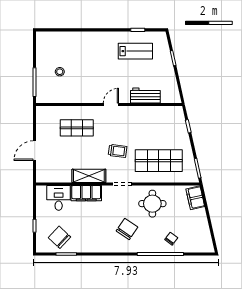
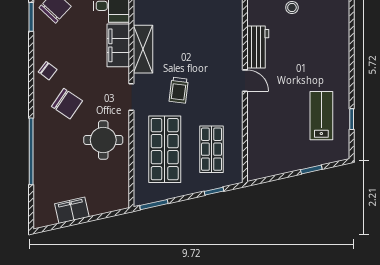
lab bench: (135, 51) -> (321, 116), turned 180
workbench: (145, 96) -> (258, 47), moved
shop shelf: (77, 128) -> (212, 149), moved
filing cabinet: (195, 198) -> (72, 210), moved
chair: (171, 239) -> (48, 71), moved

